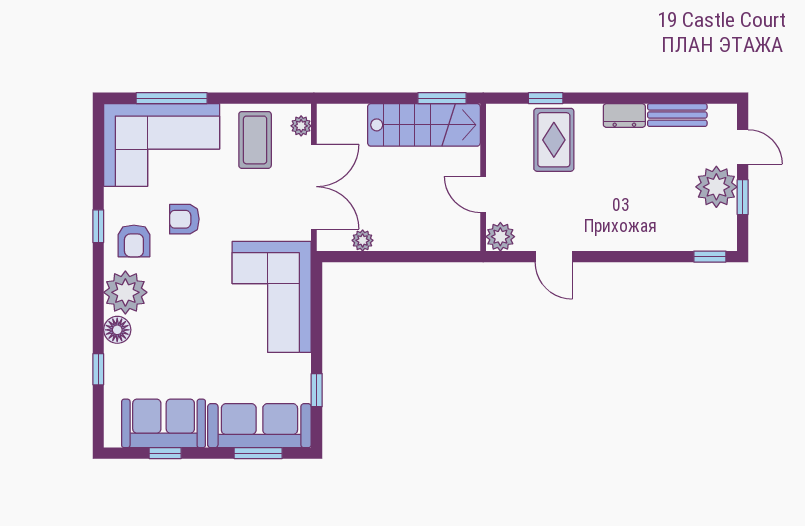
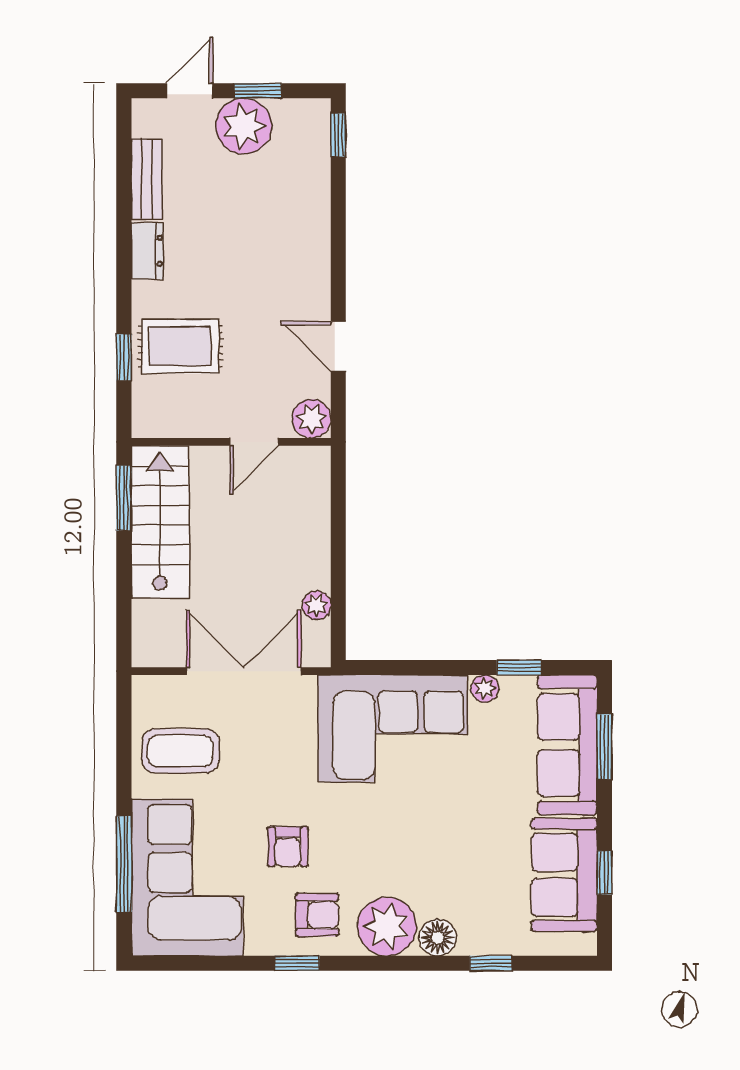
plant: (301, 126) -> (485, 689), moved
door: (554, 257) -> (338, 346), swing flipped

